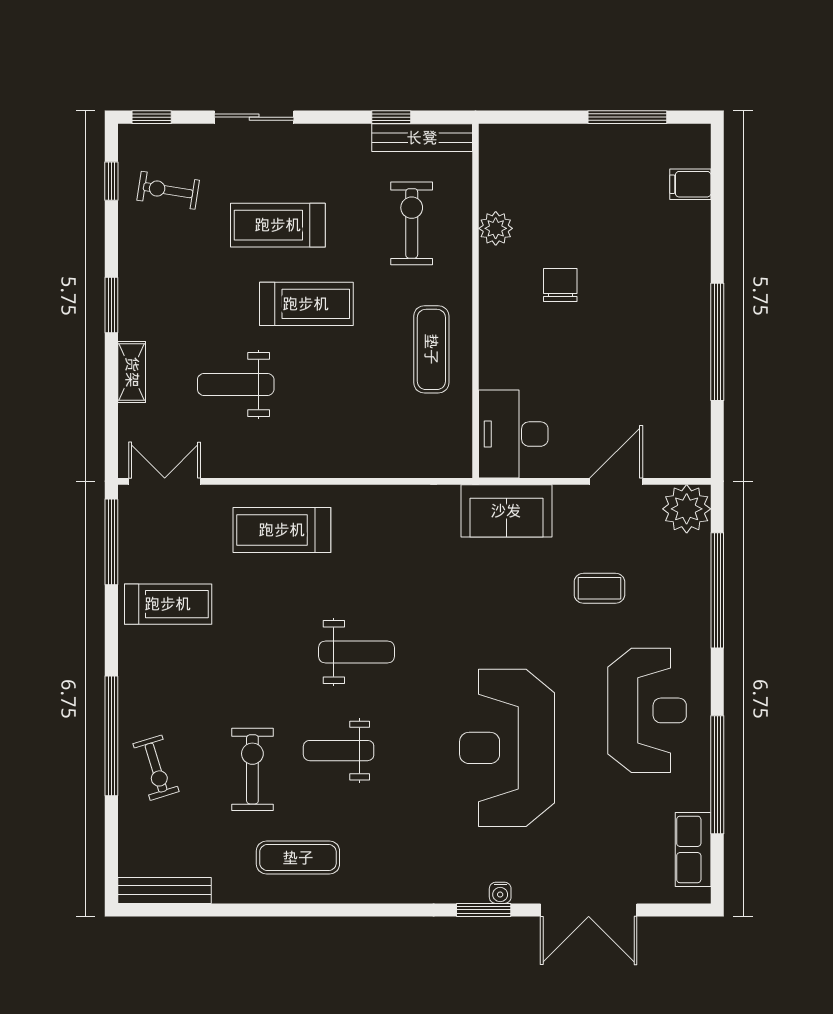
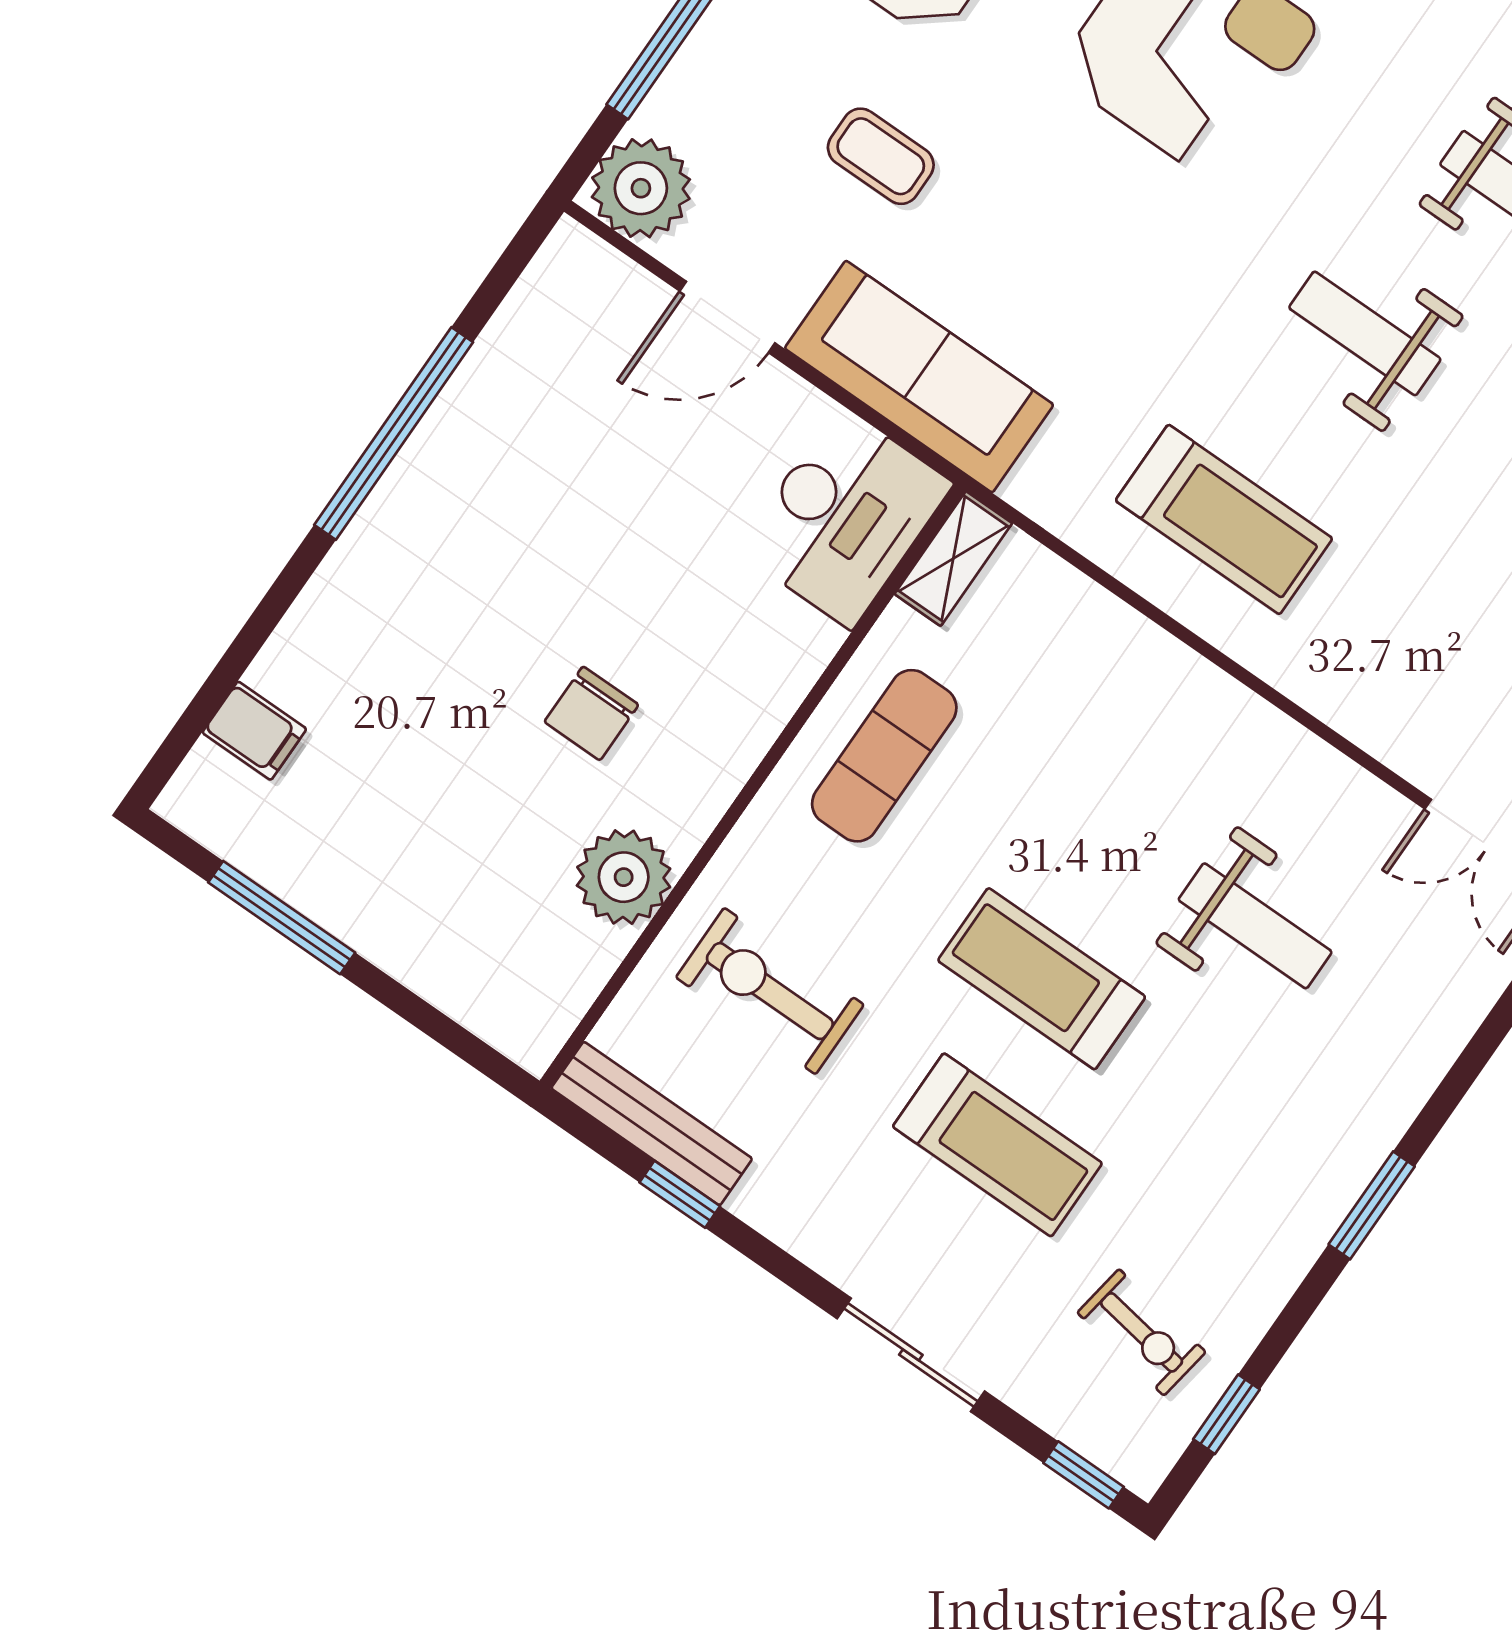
exercise bike: (412, 223) -> (770, 991), turned 90
plant: (496, 228) -> (624, 877), width x1.36, depth x1.36
shelving: (132, 372) -> (953, 559), moved
sofa: (506, 511) -> (919, 377), width x1.36
treadmill: (282, 530) -> (1224, 519), moved

